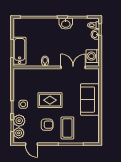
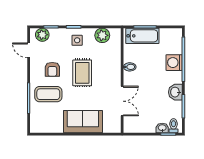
washing machine: (93, 56) -> (174, 63), moved, turned -90
plant: (19, 121) -> (102, 35), moved
door: (31, 144) -> (29, 50), hinge flipped

